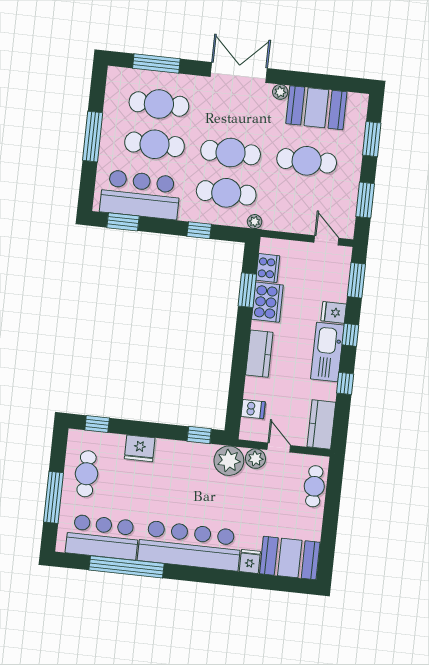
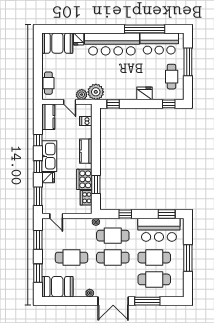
window: (156, 63) -> (147, 301), moved
booth: (316, 108) -> (57, 287), moved

